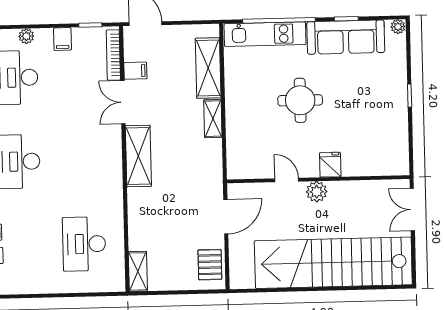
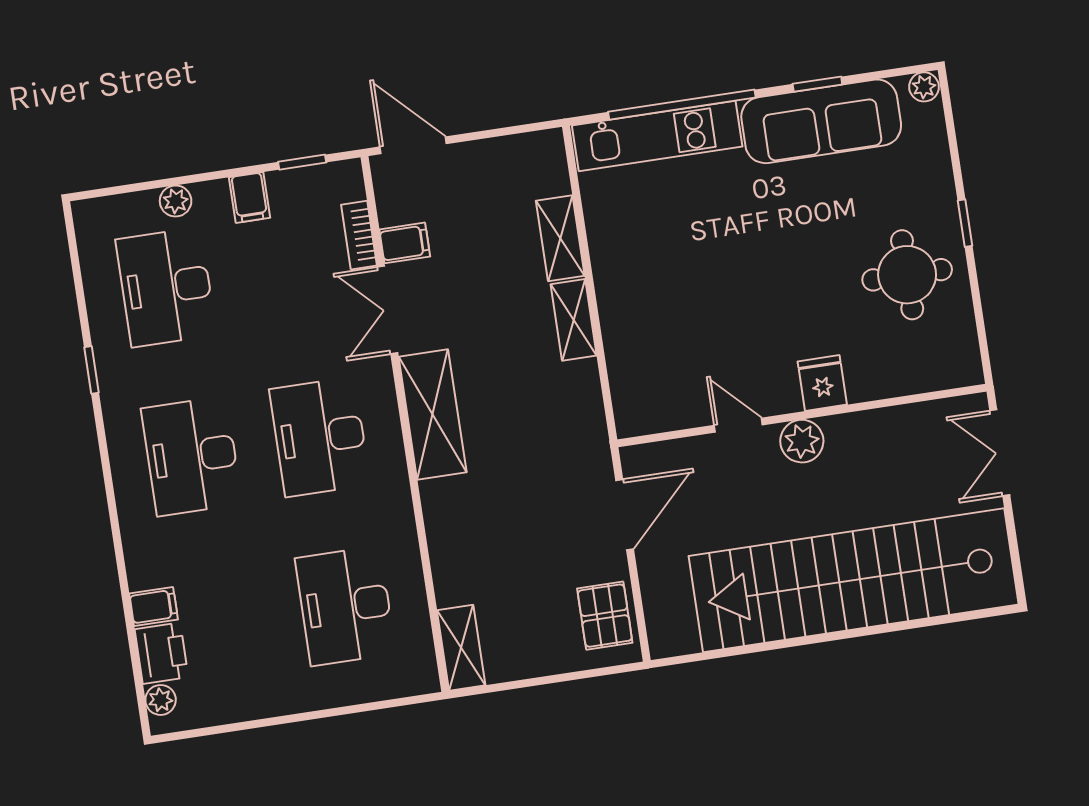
bookcase: (113, 55) -> (359, 235), width x0.64
shelving: (208, 68) -> (560, 238), width x0.67, depth x0.75
round table: (300, 100) -> (907, 275), moved
desk: (82, 160) -> (320, 437), added

